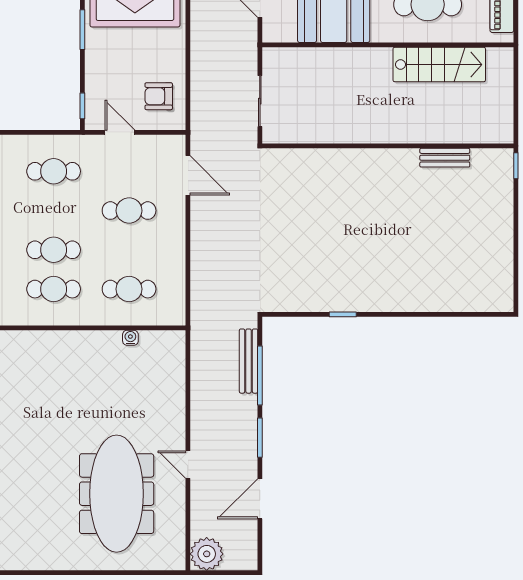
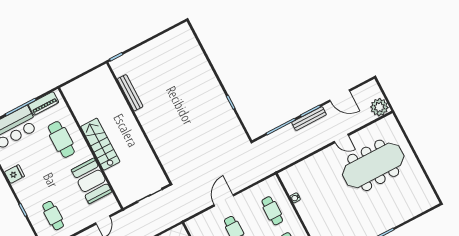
stairs: (439, 65) -> (100, 144), moved
bench: (445, 158) -> (130, 93), width x1.36
door: (188, 175) -> (224, 200), moved
bench: (249, 361) -> (309, 119), moved
door: (188, 465) -> (341, 139), hinge flipped

